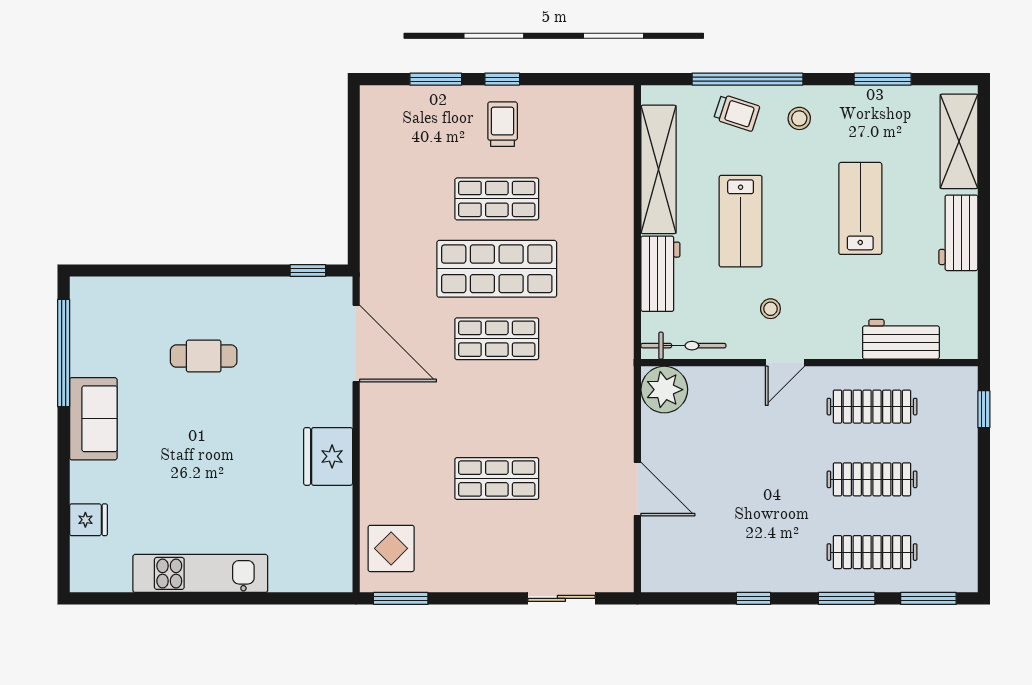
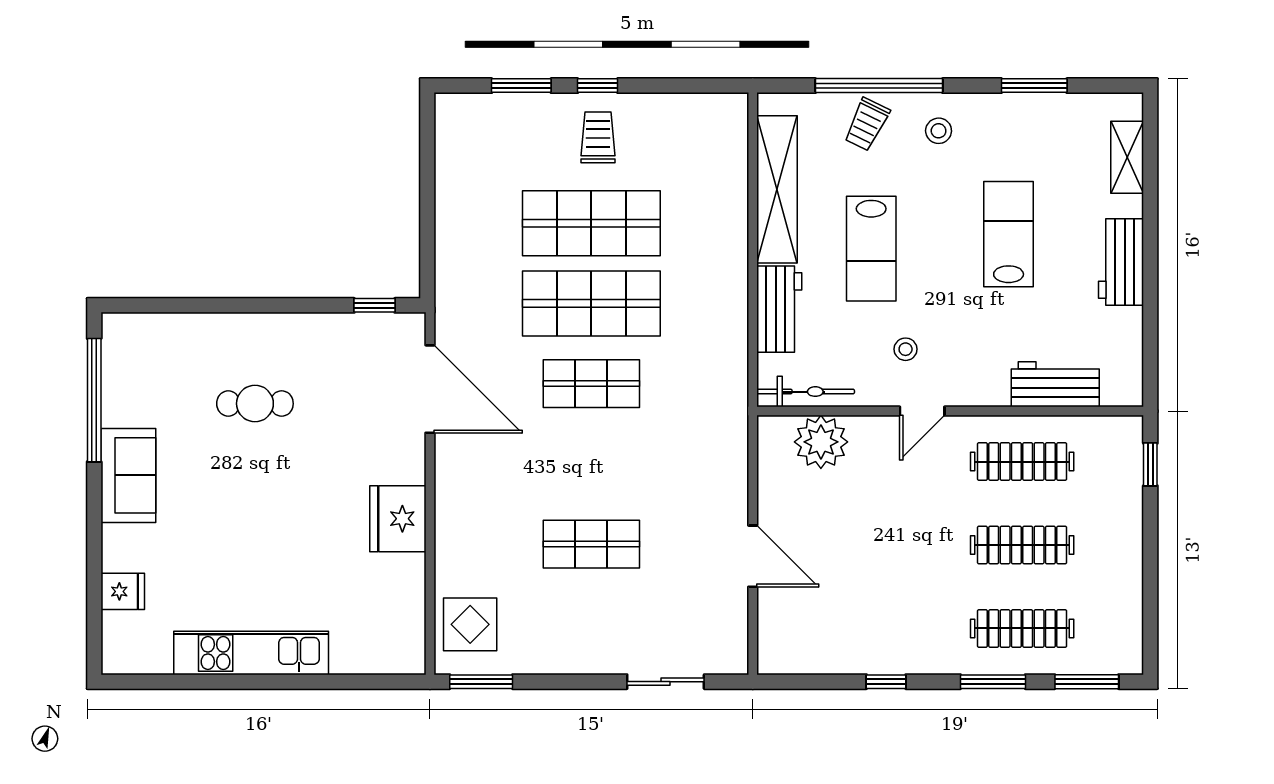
trolley: (737, 113) -> (867, 124), turned 98
shelving: (959, 141) -> (1127, 157), width x0.67, depth x0.75
shop shelf: (497, 199) -> (591, 223), width x1.43, depth x1.36
plant: (664, 390) -> (821, 442), moved

